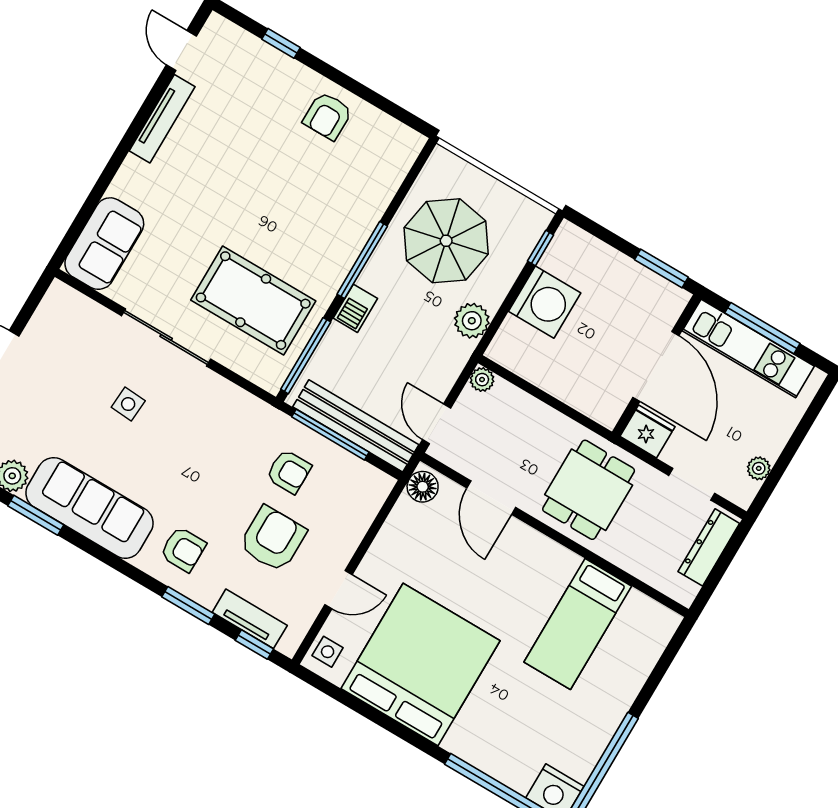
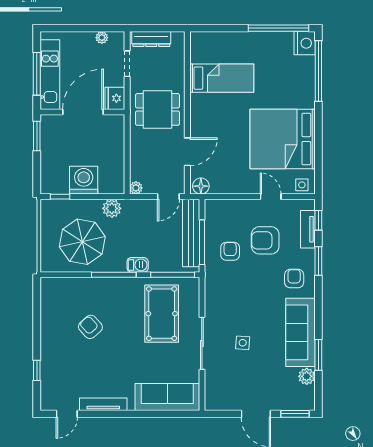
armchair: (328, 116) -> (90, 327), moved, turned -132
sofa: (104, 244) -> (167, 397), width x1.36

